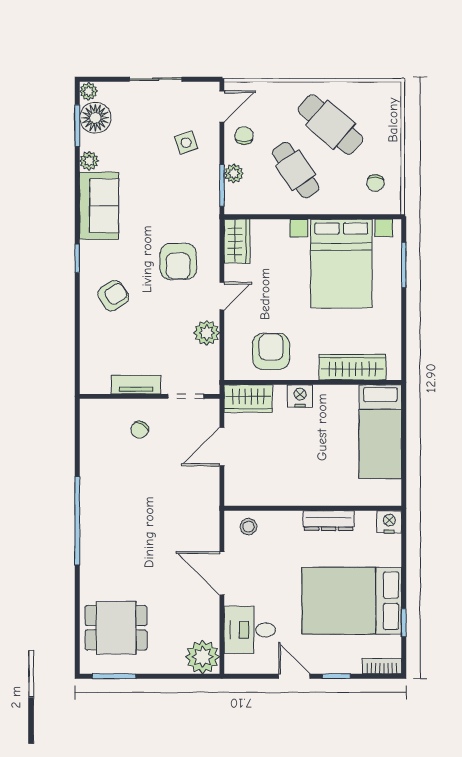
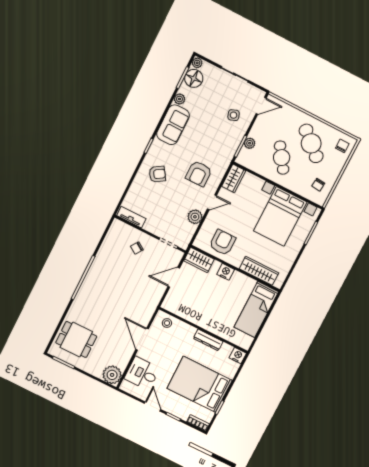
chair: (244, 136) -> (342, 146), moved
tv unit: (136, 385) -> (131, 217), moved

